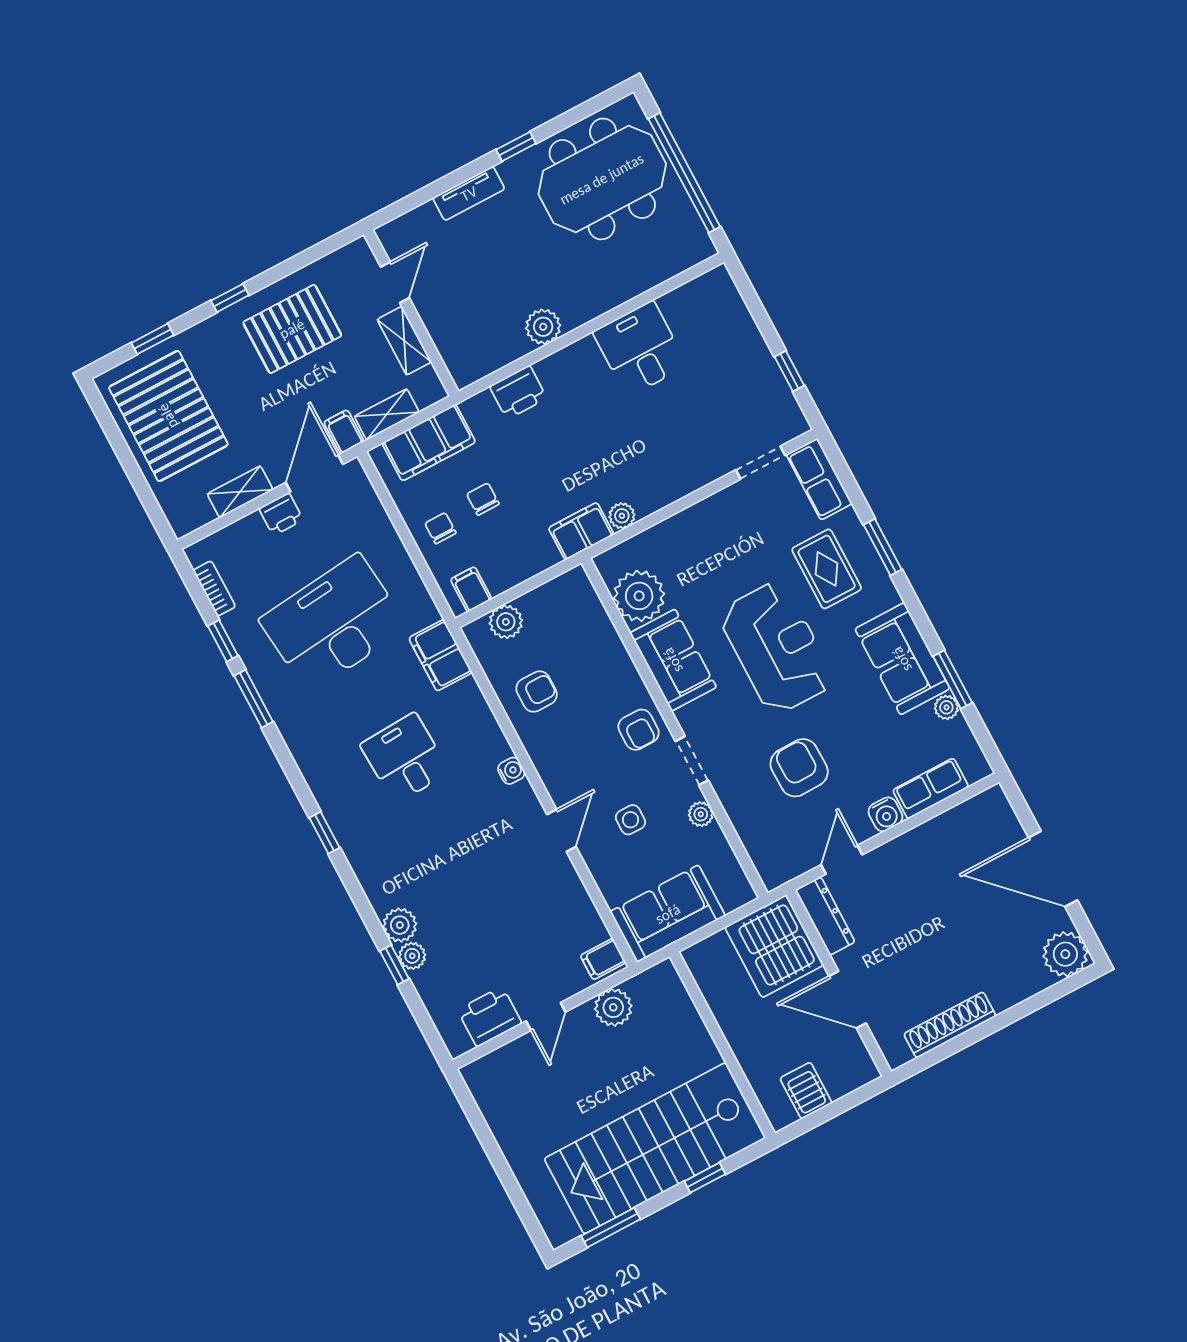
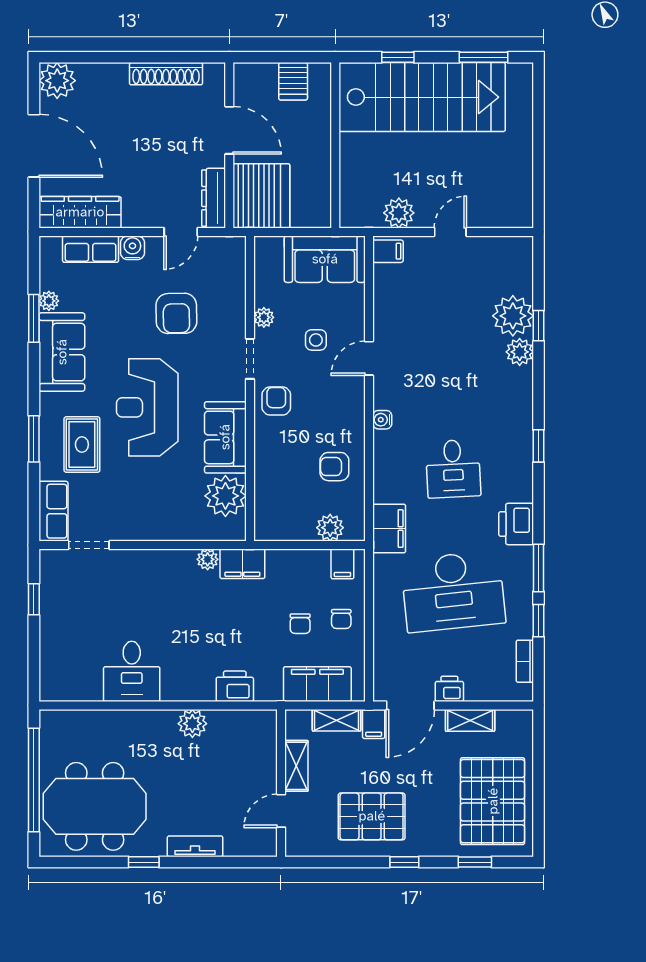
wardrobe: (964, 823) -> (80, 212), added
plant: (412, 956) -> (513, 316), width x1.88, depth x1.88
printer: (490, 1017) -> (516, 524), moved, turned 90

